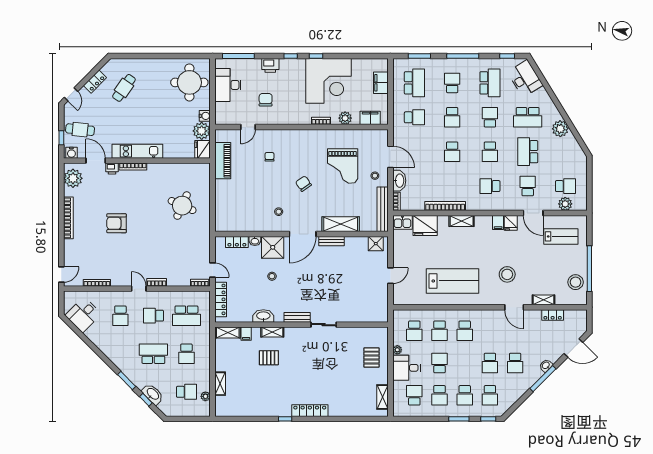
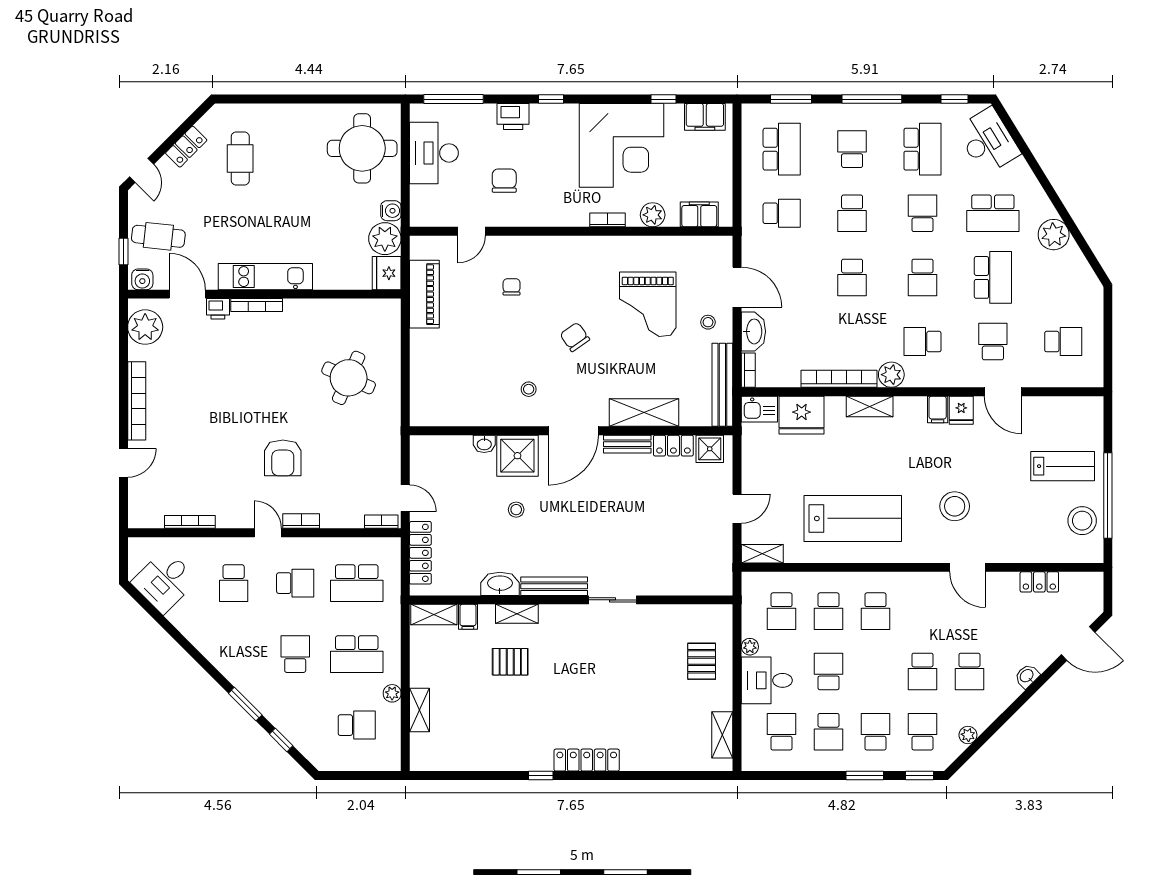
window: (316, 56) -> (663, 99), moved
filing cabinet: (381, 83) -> (705, 117), moved, turned -90
cafe table: (124, 88) -> (240, 158), turned -35
school desk: (528, 152) -> (993, 277), turned 180
plant: (565, 204) -> (891, 375), moved
armchair: (117, 223) -> (283, 458), moved, turned -90
lab bench: (561, 236) -> (1063, 466), moved
locker: (237, 242) -> (673, 446), moved
door: (61, 275) -> (123, 463), moved
shelving: (544, 300) -> (762, 554), moved
school desk: (153, 316) -> (295, 583), turned 180
bench: (297, 317) -> (554, 586), width x1.36
school desk: (153, 354) -> (295, 654), width x0.54
school desk: (186, 354) -> (357, 654), width x1.85
window: (543, 379) -> (1021, 700), removed
washbasin: (153, 394) -> (294, 729), removed
school desk: (465, 395) -> (875, 732), turned 180
school desk: (490, 395) -> (922, 732), turned 180
plant: (205, 396) -> (392, 693), moved
plant: (514, 397) -> (968, 735), added

